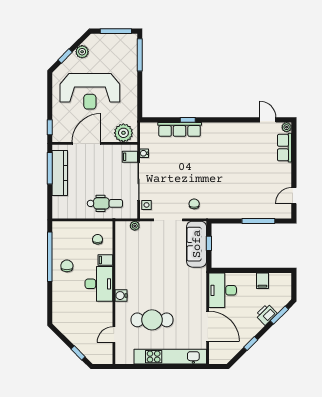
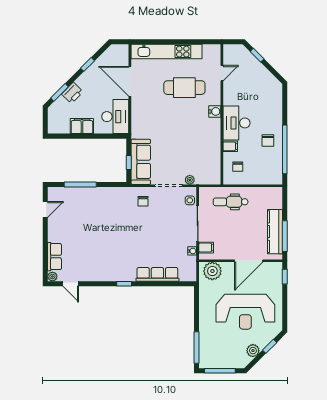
reception desk: (90, 91) -> (245, 312), turned 180
window: (188, 120) -> (124, 284), moved
plant: (135, 226) -> (190, 180), moved
filing cabinet: (262, 281) -> (82, 126), width x2.00

